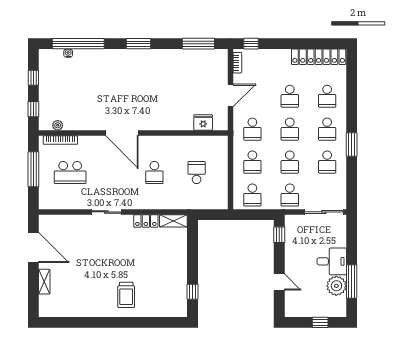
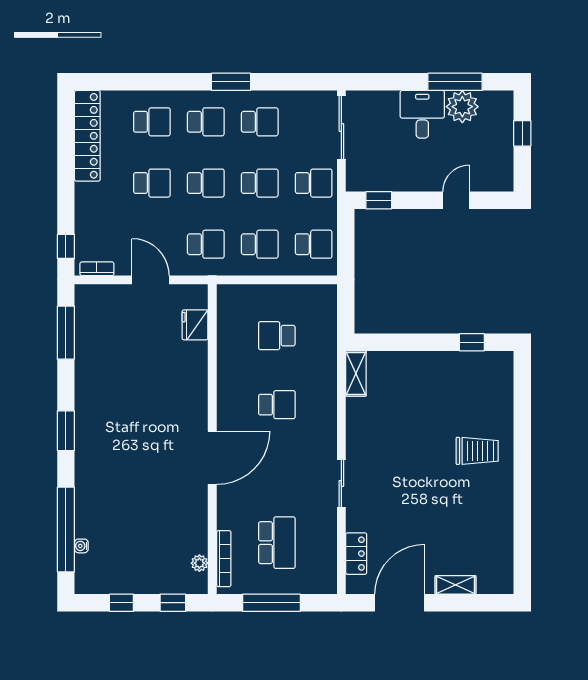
locker: (146, 221) -> (356, 554), moved

